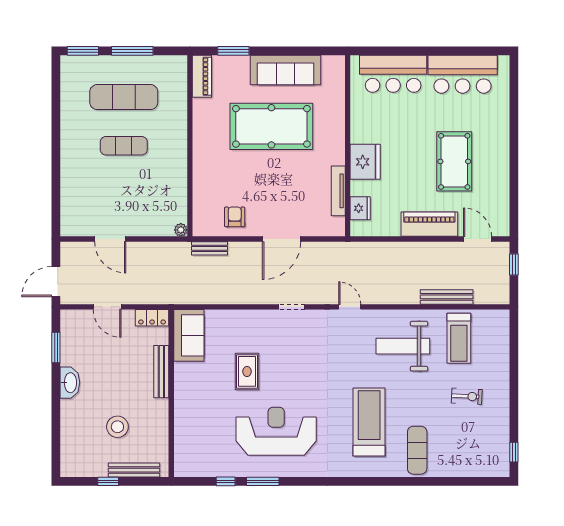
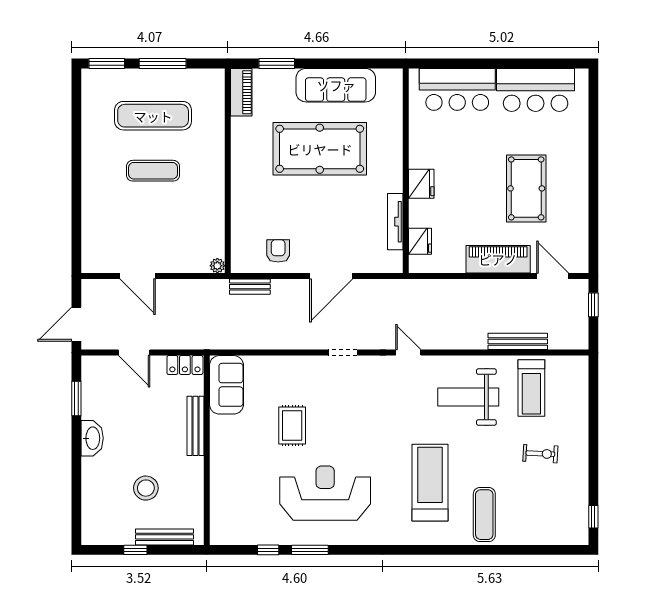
fridge: (365, 162) -> (421, 184), width x0.73, depth x0.75

